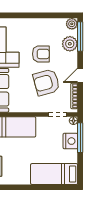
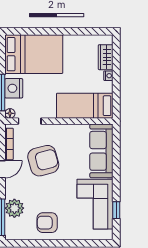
plant: (72, 24) -> (12, 233), removed
armchair: (41, 54) -> (47, 223), moved
bed: (54, 174) -> (34, 54), width x1.50

